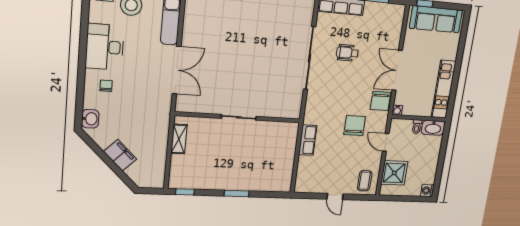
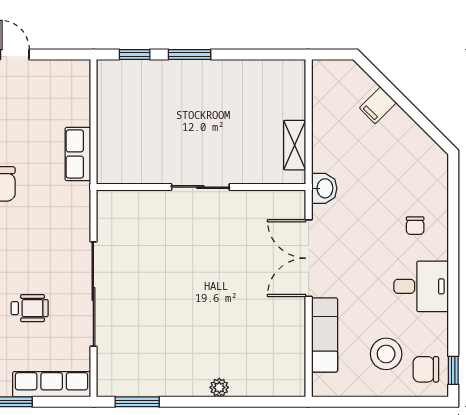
desk: (105, 47) -> (421, 286), width x0.73
washbasin: (90, 119) -> (324, 188), moved, turned 180
filing cabinet: (120, 155) -> (378, 105), width x0.50
window: (185, 192) -> (135, 54), moved

